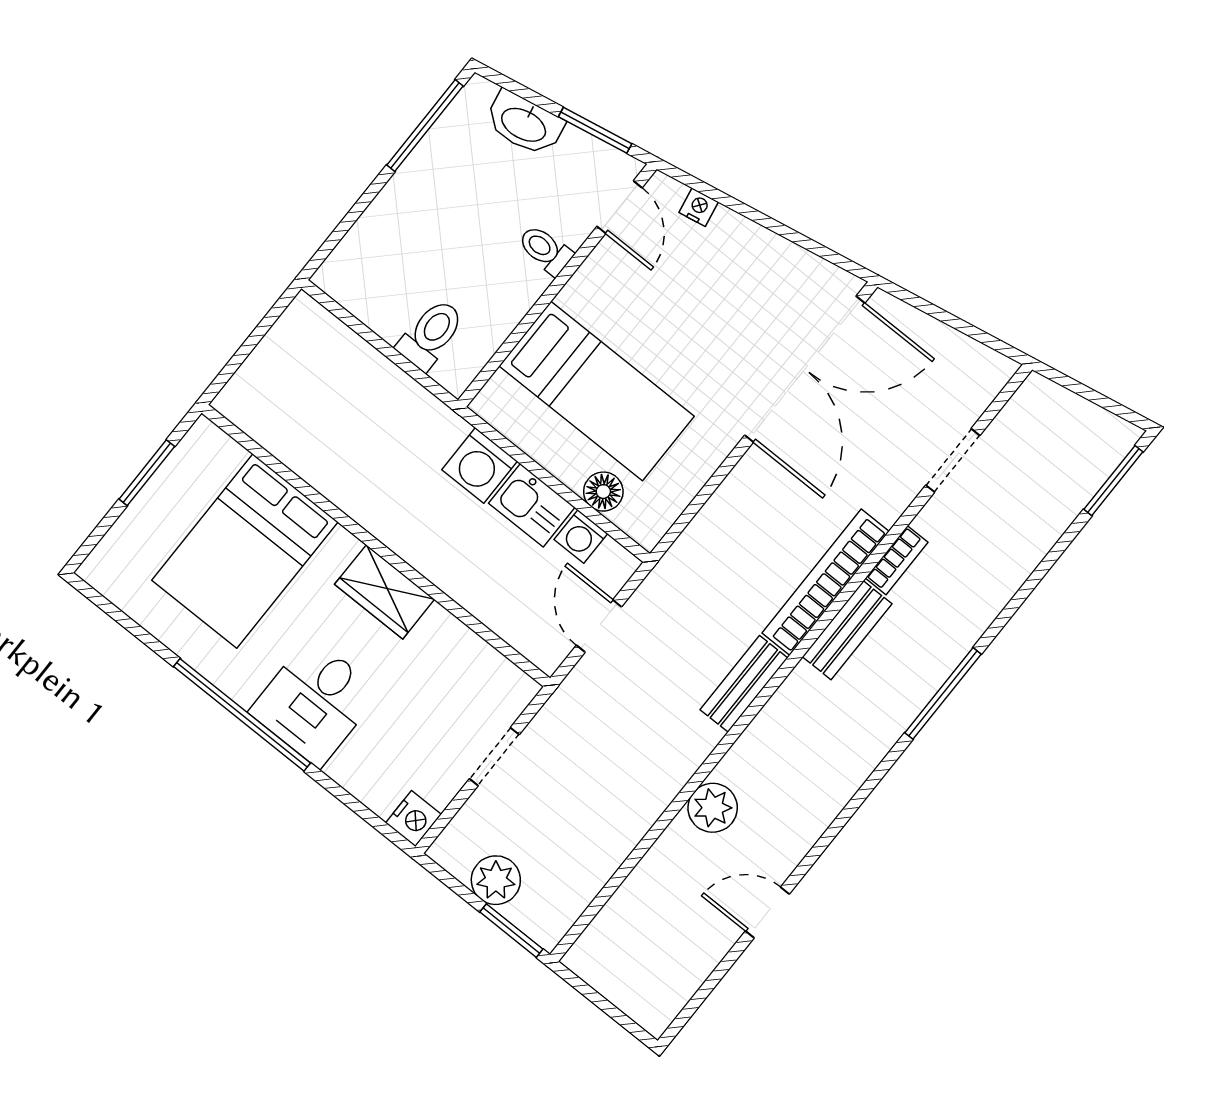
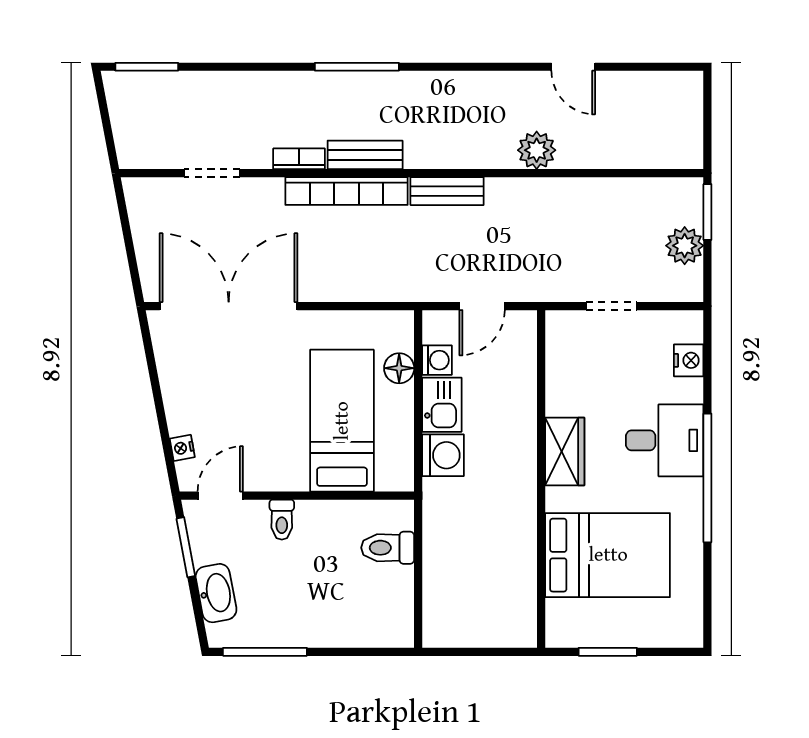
nightstand: (413, 819) -> (689, 360), moved, turned 90

